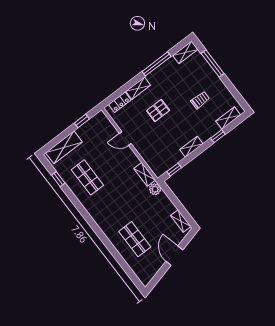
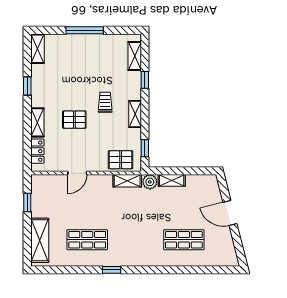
window: (157, 64) -> (27, 86), width x0.46
window: (213, 64) -> (85, 30), moved
trolley: (200, 100) -> (105, 102), moved
pallet: (158, 110) -> (74, 120), turned 90
pallet: (155, 160) -> (121, 160), added
window: (58, 179) -> (112, 270), moved
shelving: (181, 221) -> (172, 180), moved

